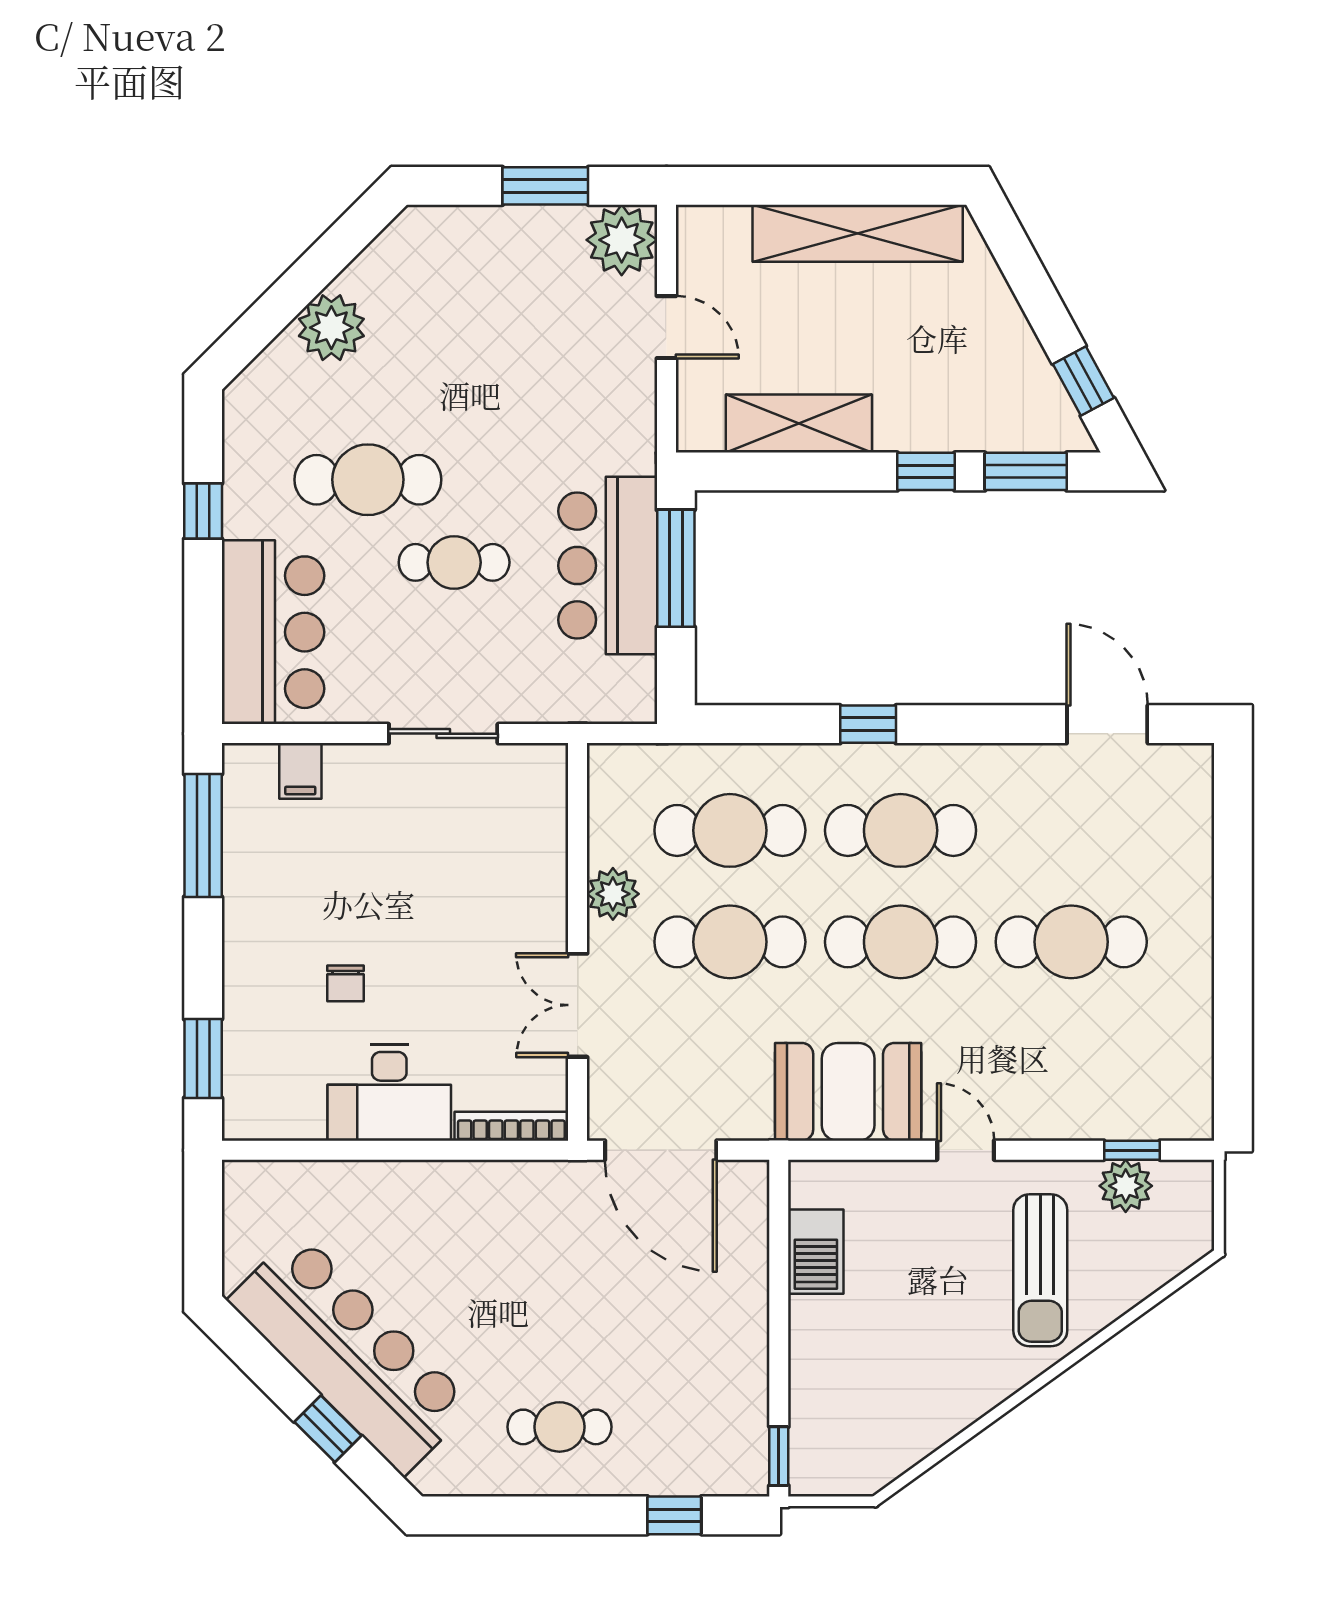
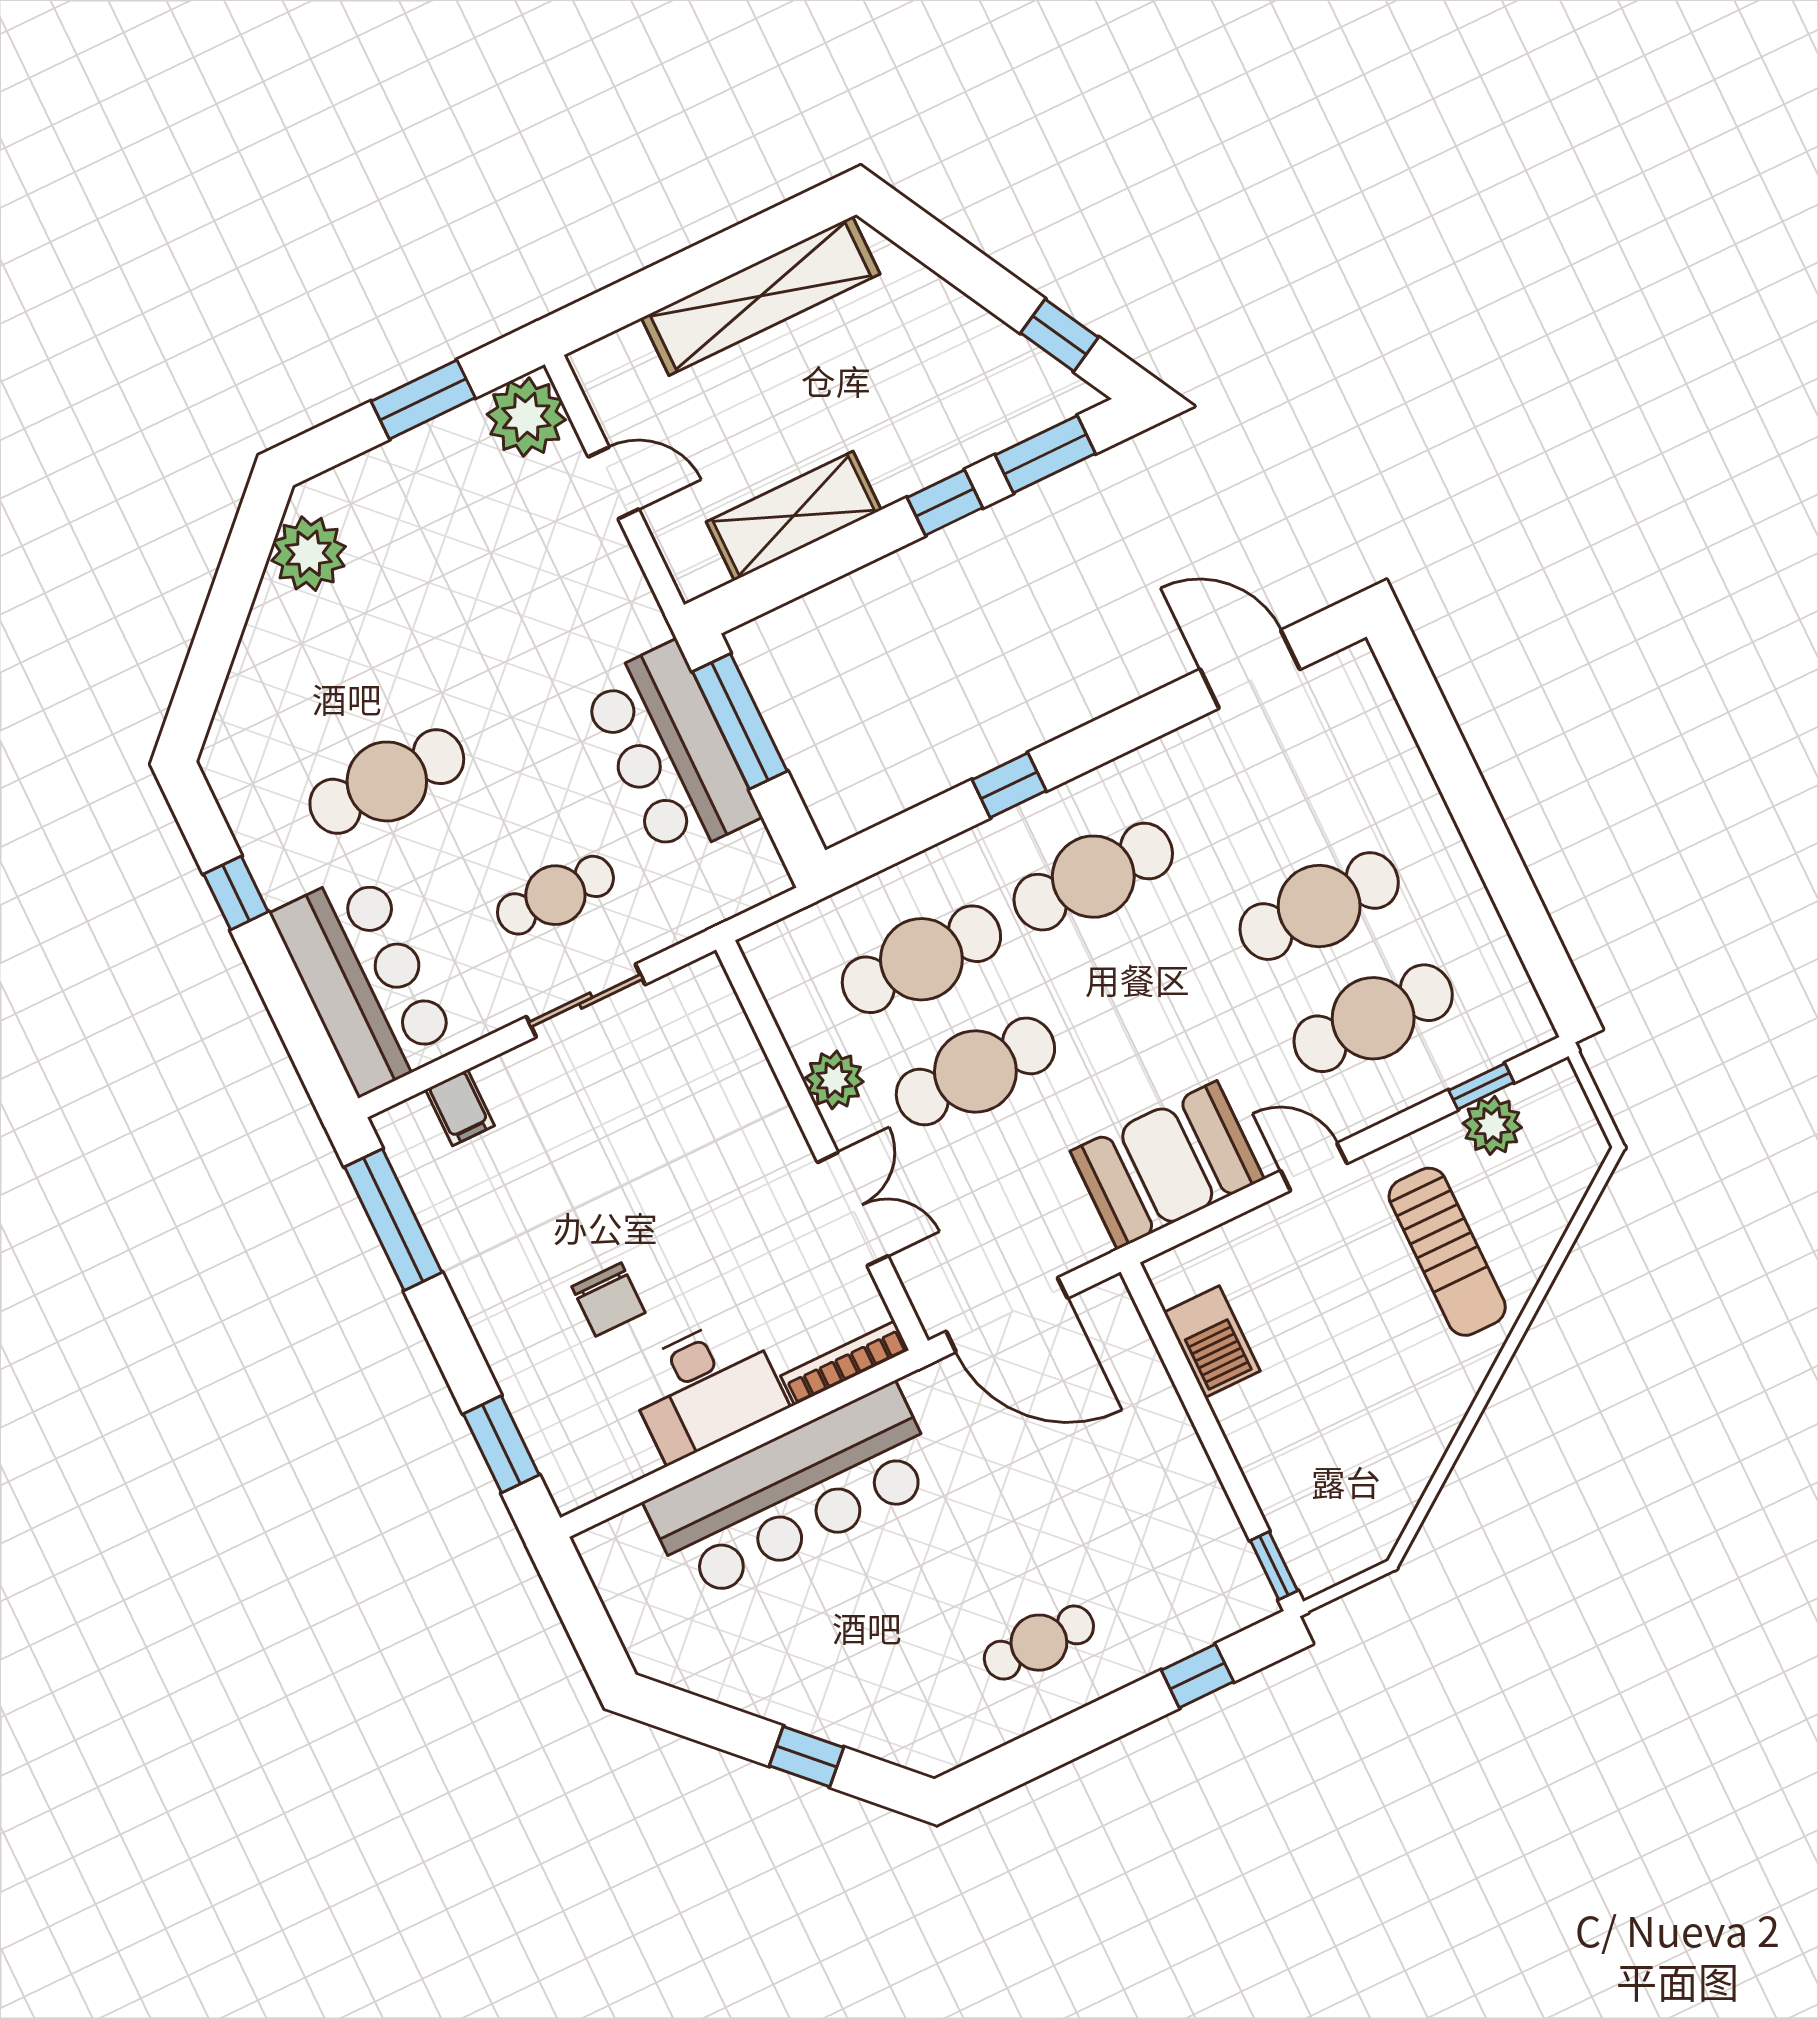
plant: (331, 328) -> (309, 554), moved
cafe table: (454, 562) -> (555, 895), moved
cafe table: (901, 942) -> (1373, 1018), moved
chair: (346, 983) -> (608, 1300), width x1.37, depth x1.37
double door: (578, 1005) -> (853, 1209), swing flipped
bar counter: (351, 1353) -> (793, 1493), moved, turned 135

